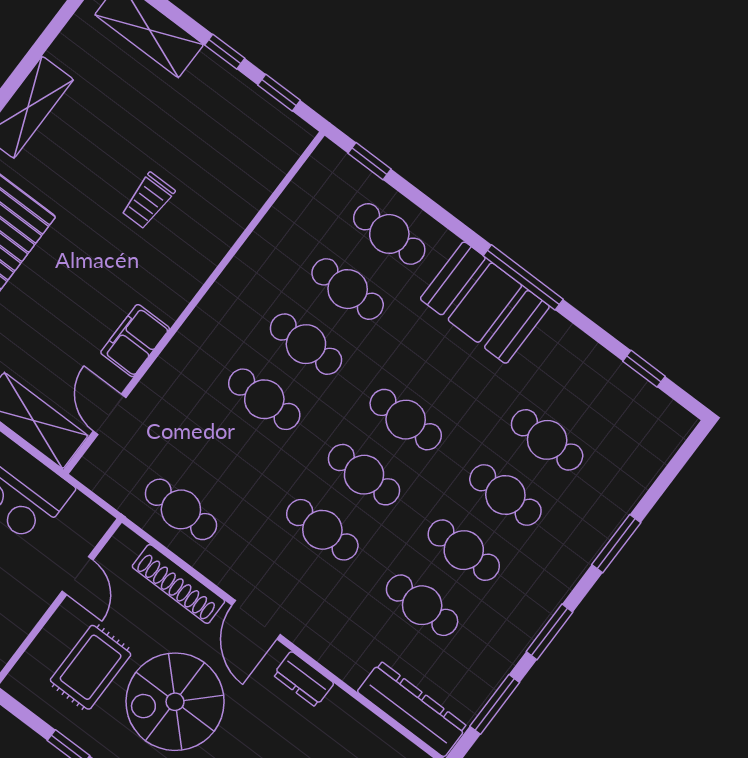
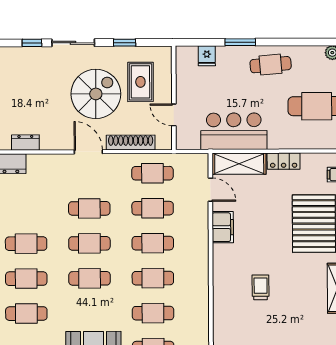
cafe table: (422, 605) -> (153, 208), moved
dresser: (303, 679) -> (25, 143), moved

